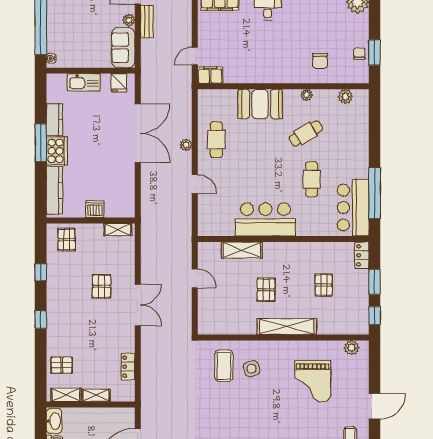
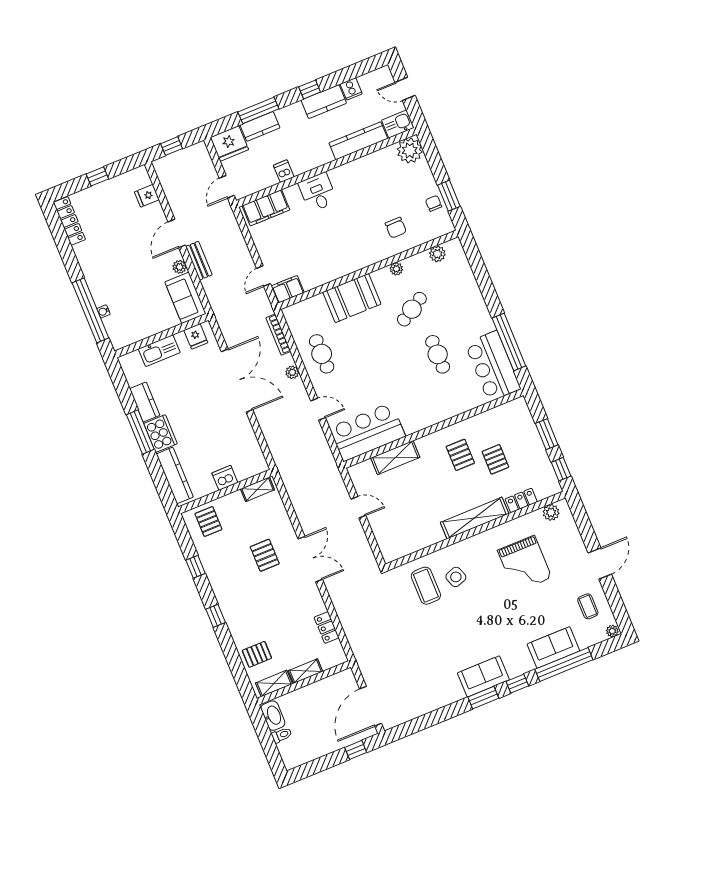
water cooler: (51, 58) -> (103, 311), moved
bookcase: (187, 109) -> (278, 335), added
bar counter: (265, 219) -> (367, 432), moved
locker: (362, 255) -> (521, 500), moved, turned 90
pallet: (266, 290) -> (460, 455), moved

